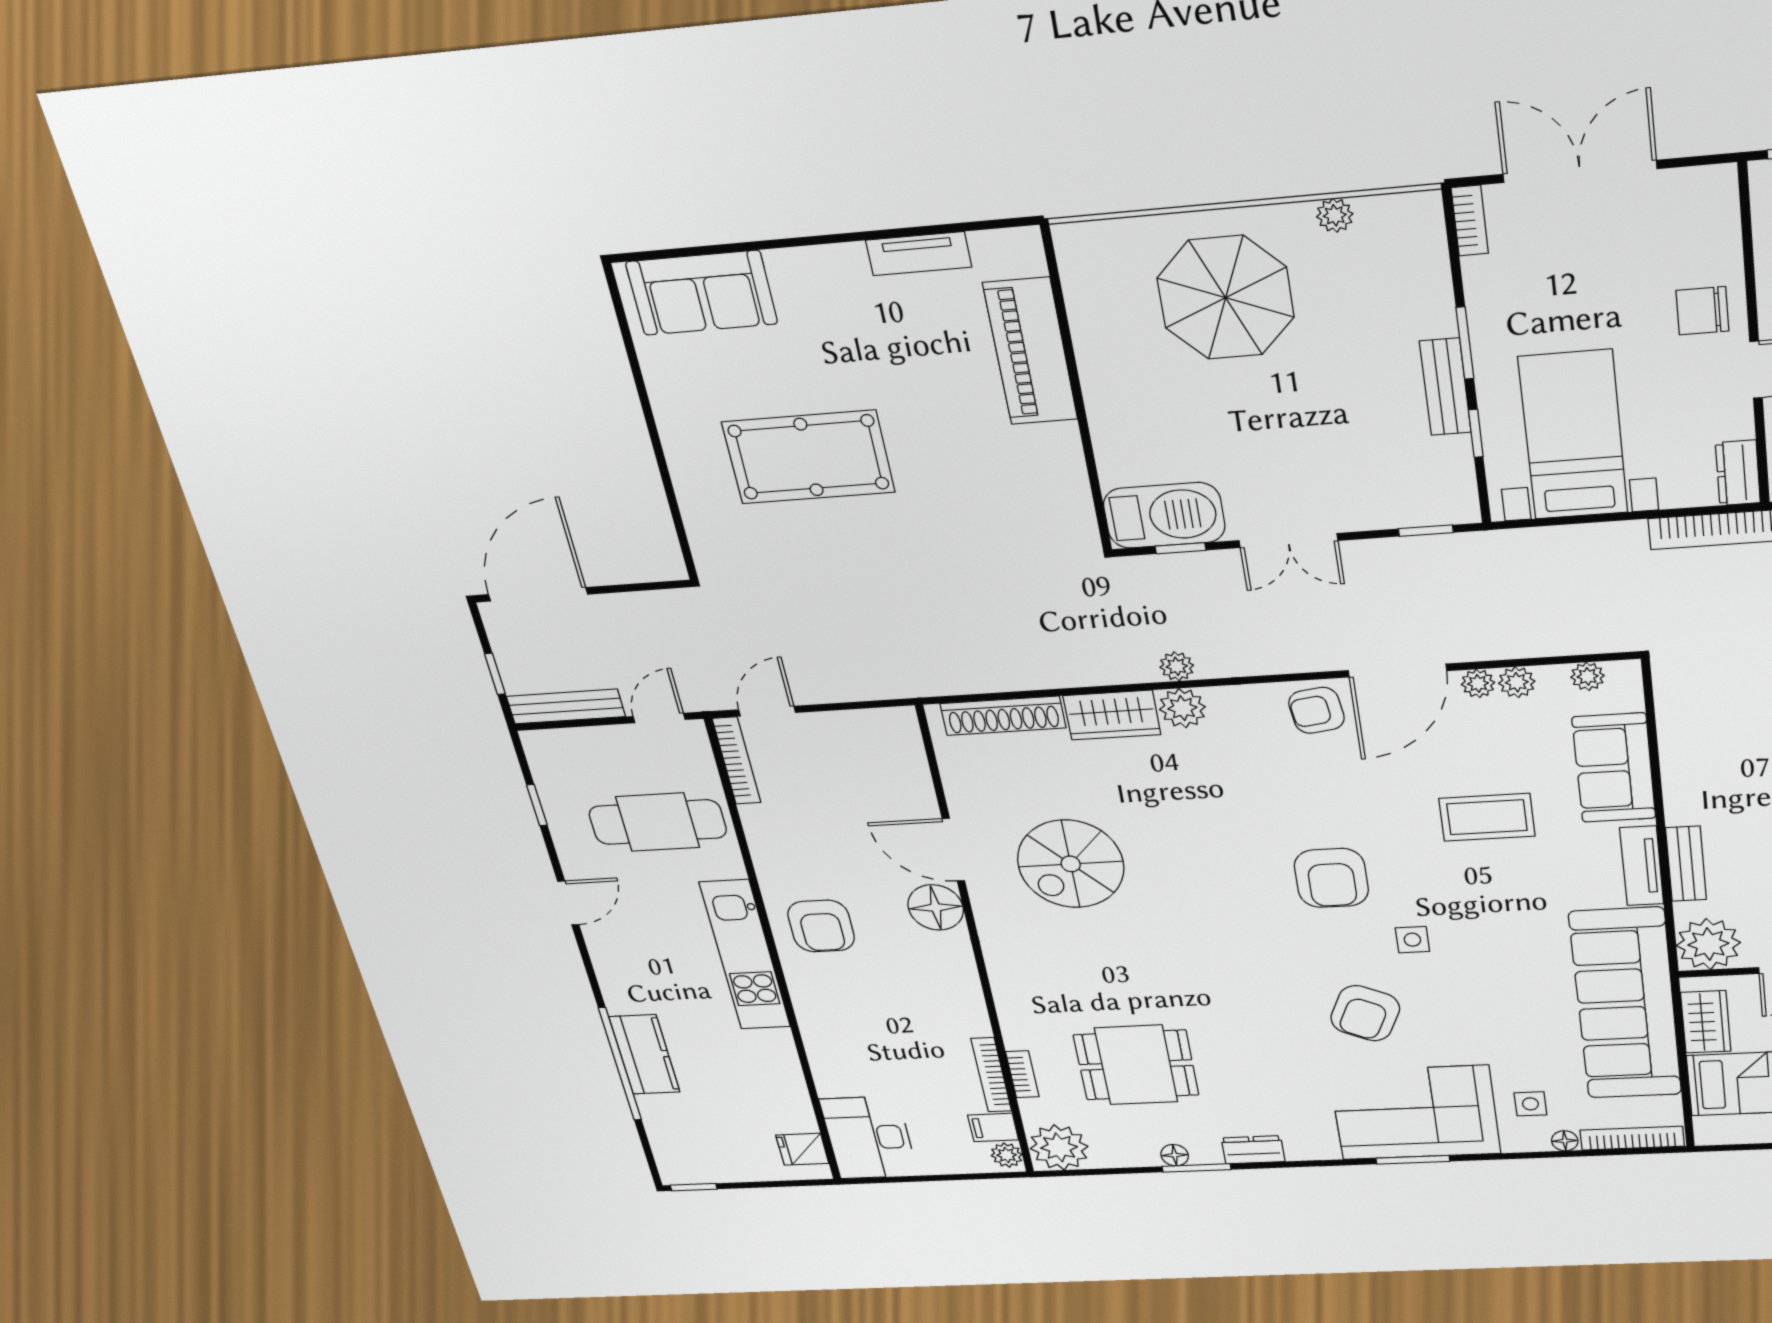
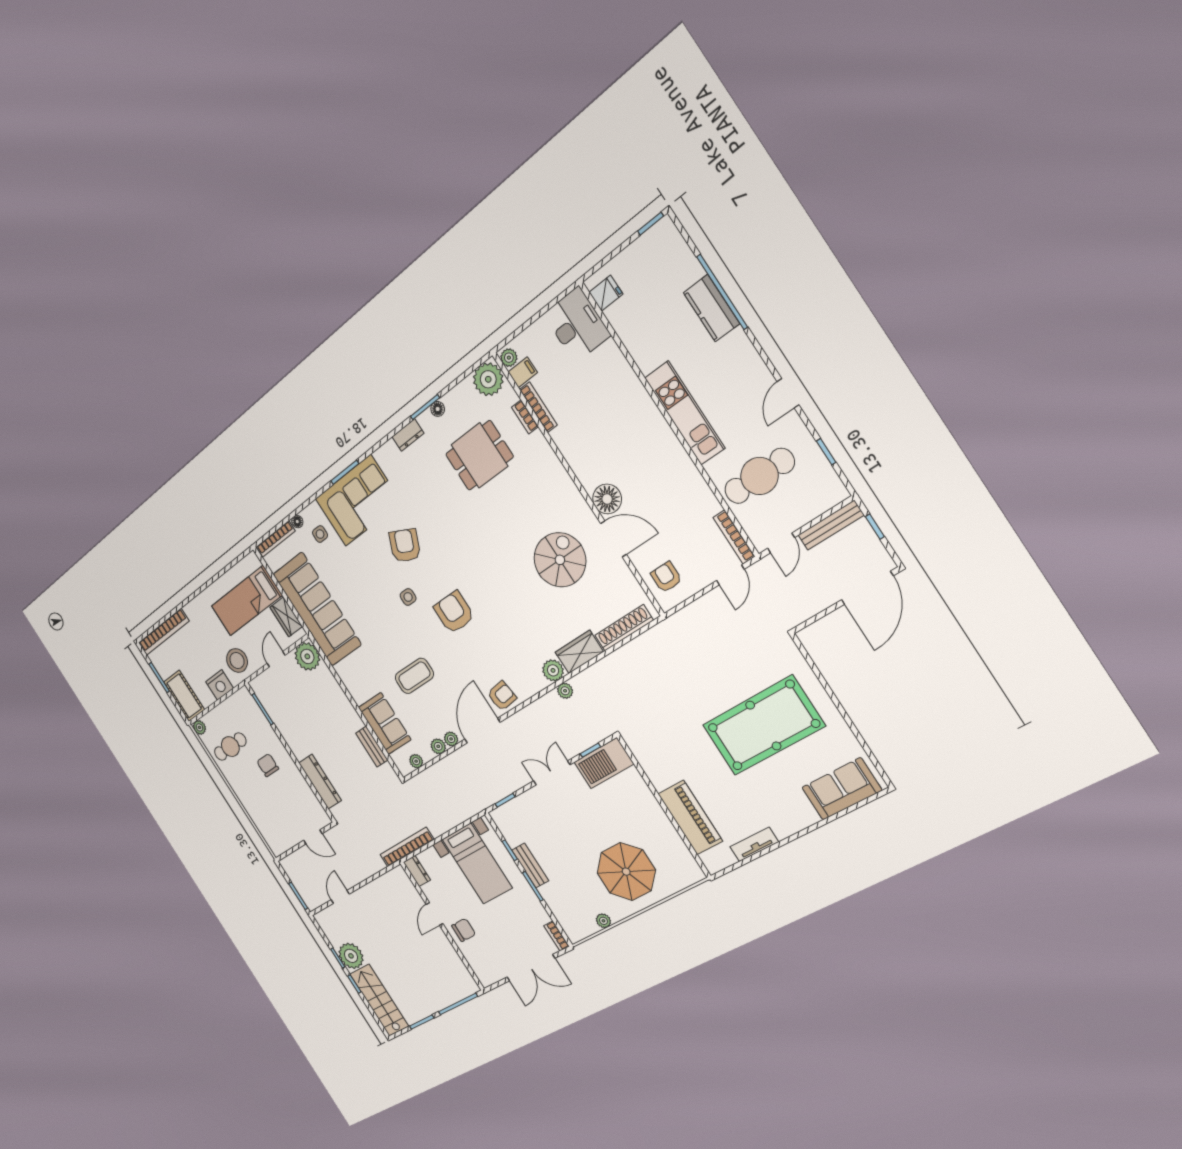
pool table: (808, 457) -> (763, 726), width x1.36, depth x1.32
bench: (1686, 864) -> (372, 747), moved
tv unit: (1642, 866) -> (350, 682), removed
armchair: (821, 926) -> (666, 577), moved, width x0.72, depth x0.72

